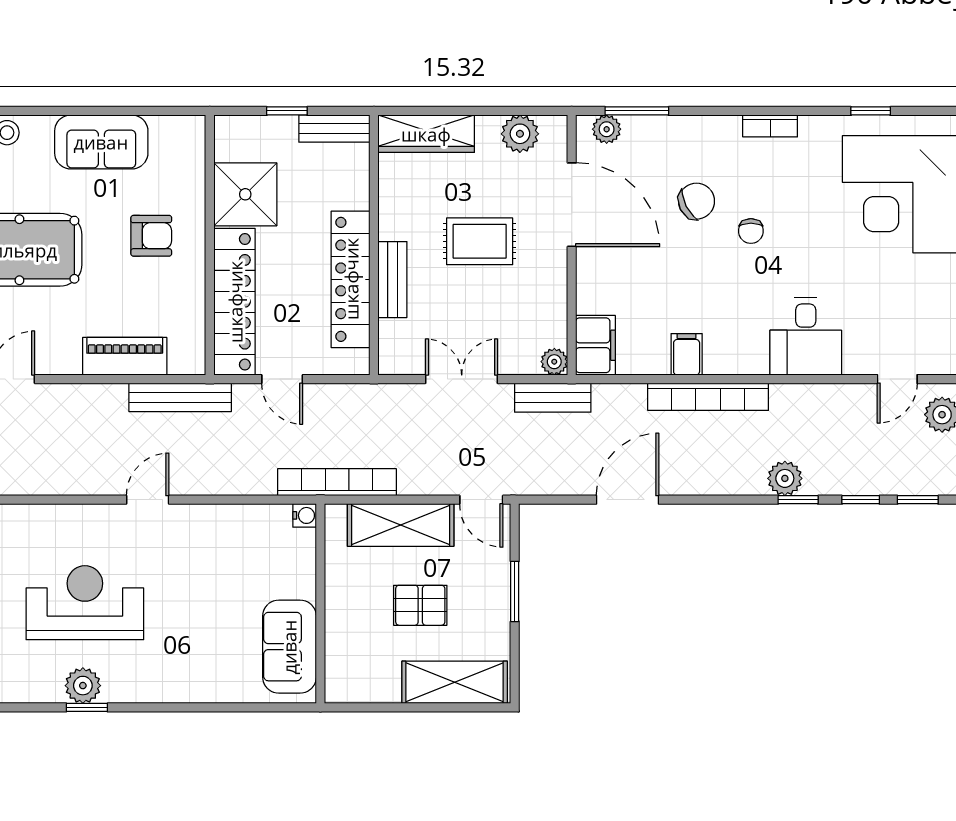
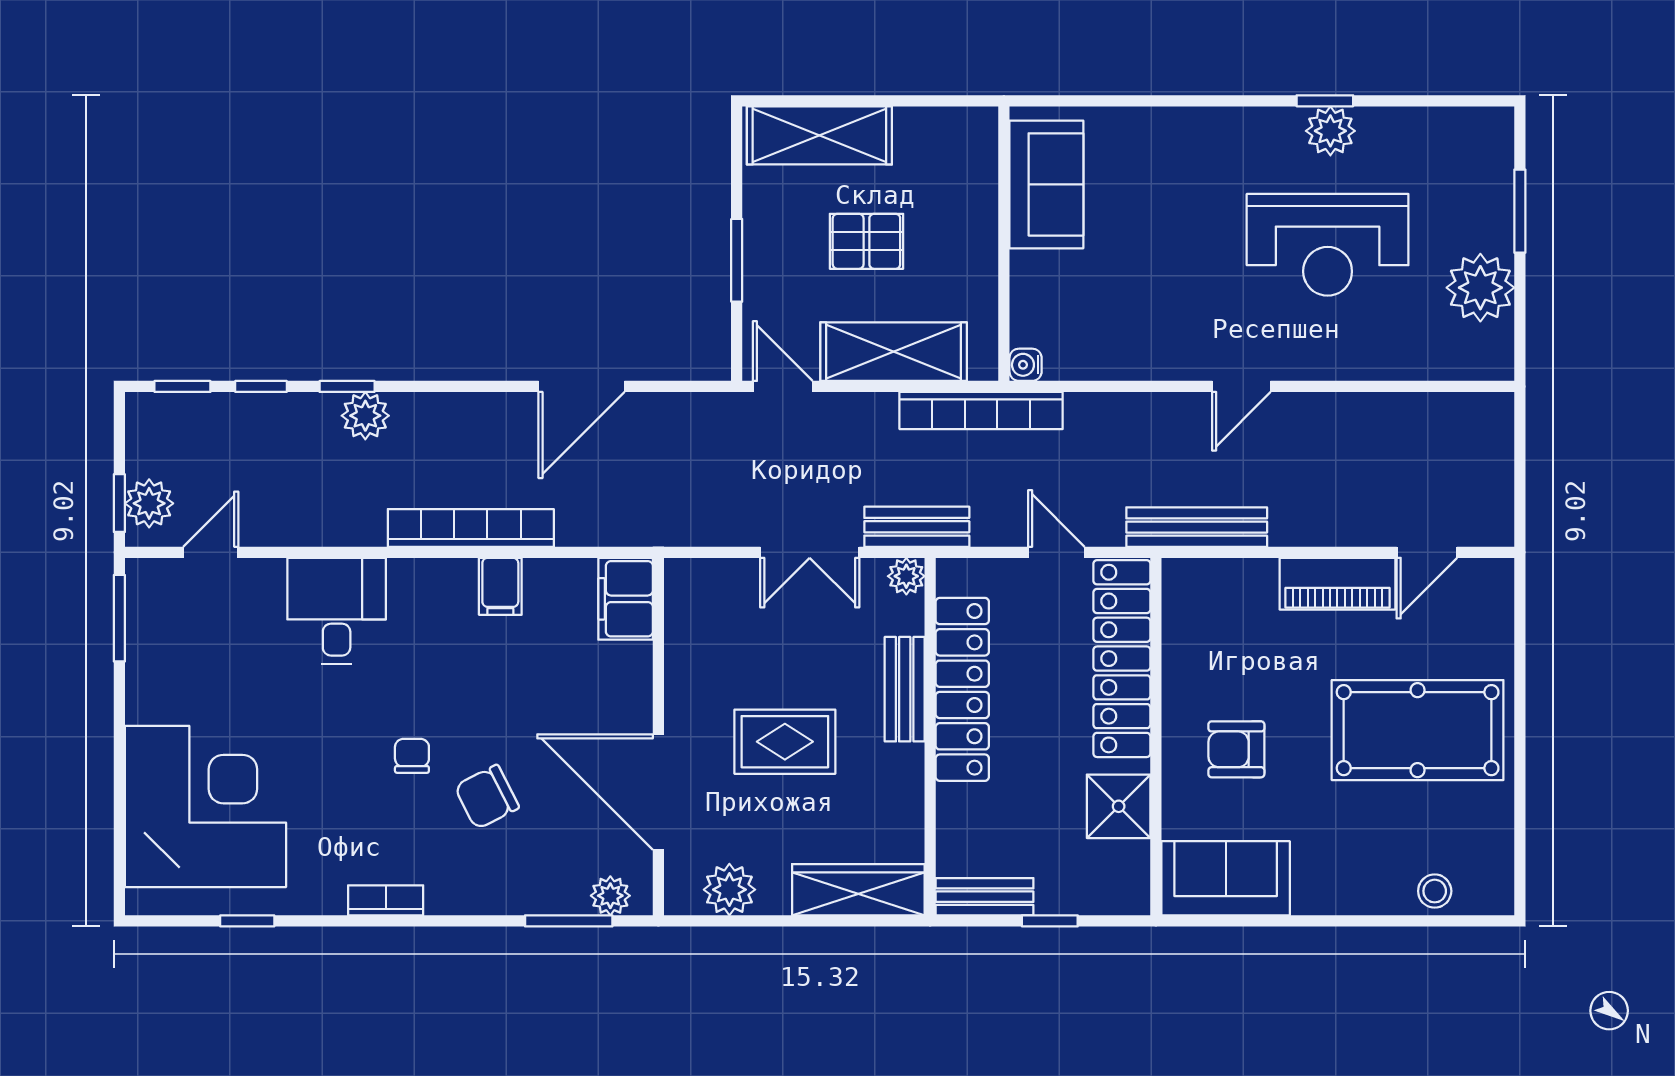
sofa: (101, 142) -> (1226, 878), moved
shower: (245, 194) -> (1119, 806), width x0.73, depth x0.73
piano: (125, 356) -> (1337, 584), moved
plant: (554, 362) -> (906, 576), moved
bench: (553, 398) -> (917, 527), moved

